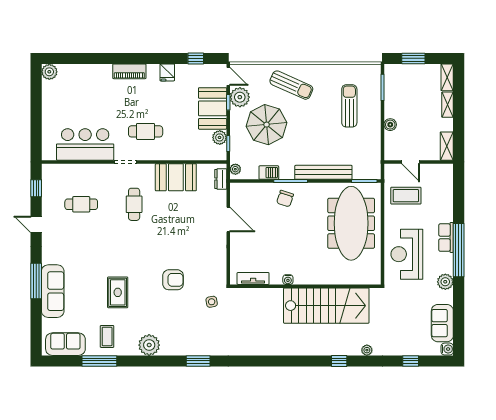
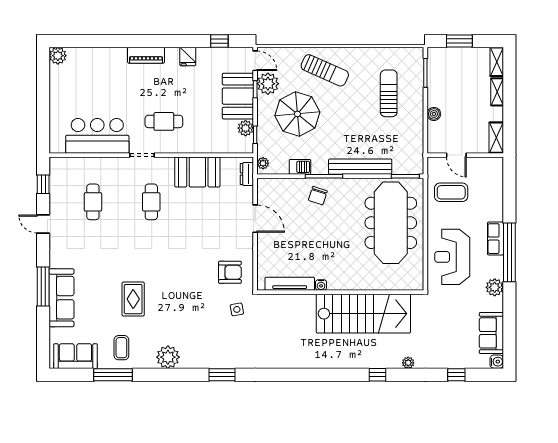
cafe table: (81, 204) -> (93, 202), turned 90
tv unit: (253, 278) -> (290, 284), width x1.41
armchair: (173, 280) -> (230, 272), moved

